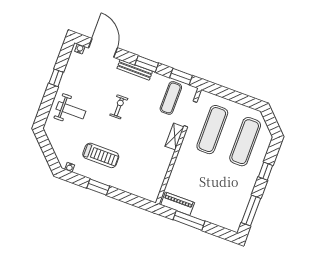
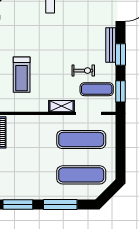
exercise bike: (119, 107) -> (83, 71), moved
treadmill: (101, 155) -> (22, 75), moved
window: (266, 171) -> (60, 205), width x2.17

